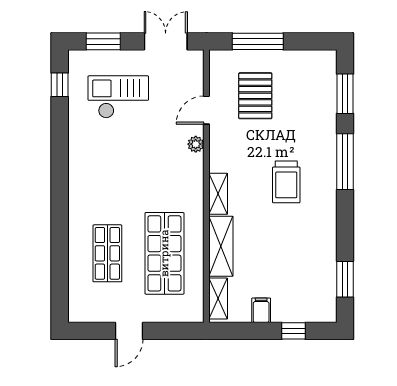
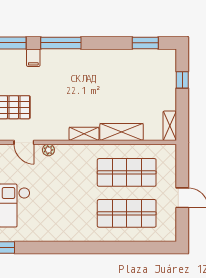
trolley: (286, 182) -> (75, 85), removed
shop shelf: (107, 253) -> (127, 213), width x1.43, depth x1.36
shelving: (218, 299) -> (170, 126), moved, turned 90
filing cabinet: (261, 310) -> (33, 58), moved, turned -90

